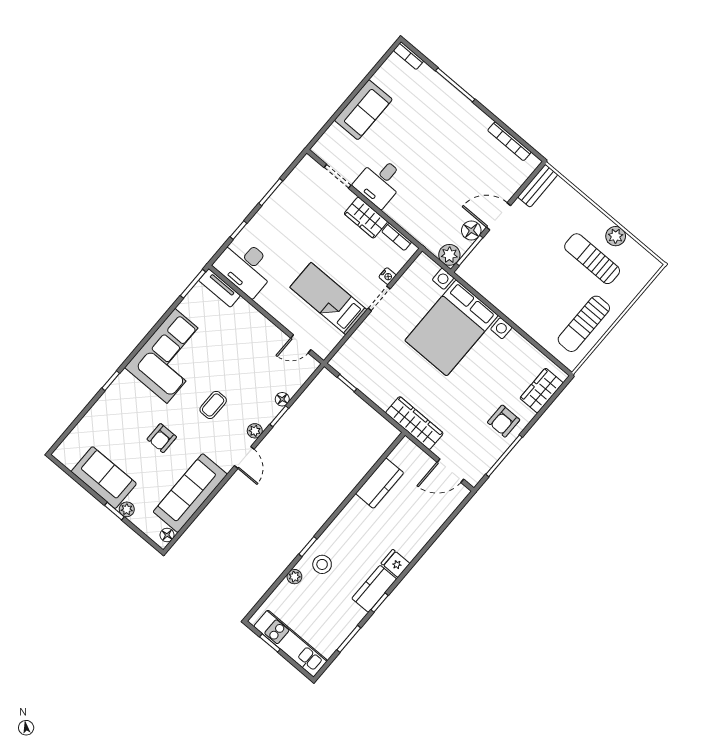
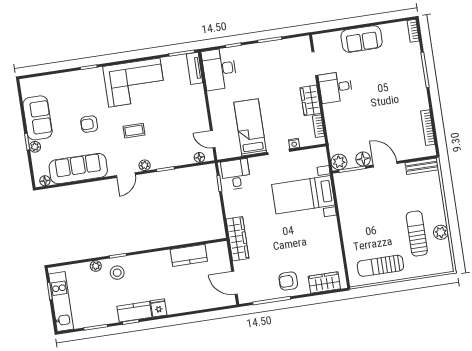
bed with nightstands: (451, 328) -> (303, 195), width x0.73
desk: (356, 359) -> (236, 174), added
floor lamp: (282, 399) -> (199, 157), moved

